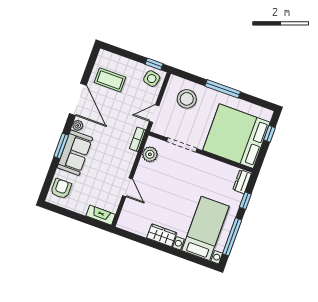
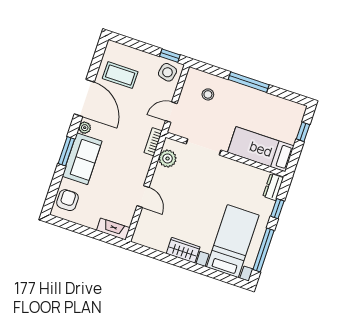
stool: (187, 99) -> (208, 94), width x0.53, depth x0.53
bed: (236, 136) -> (261, 149), width x0.49

